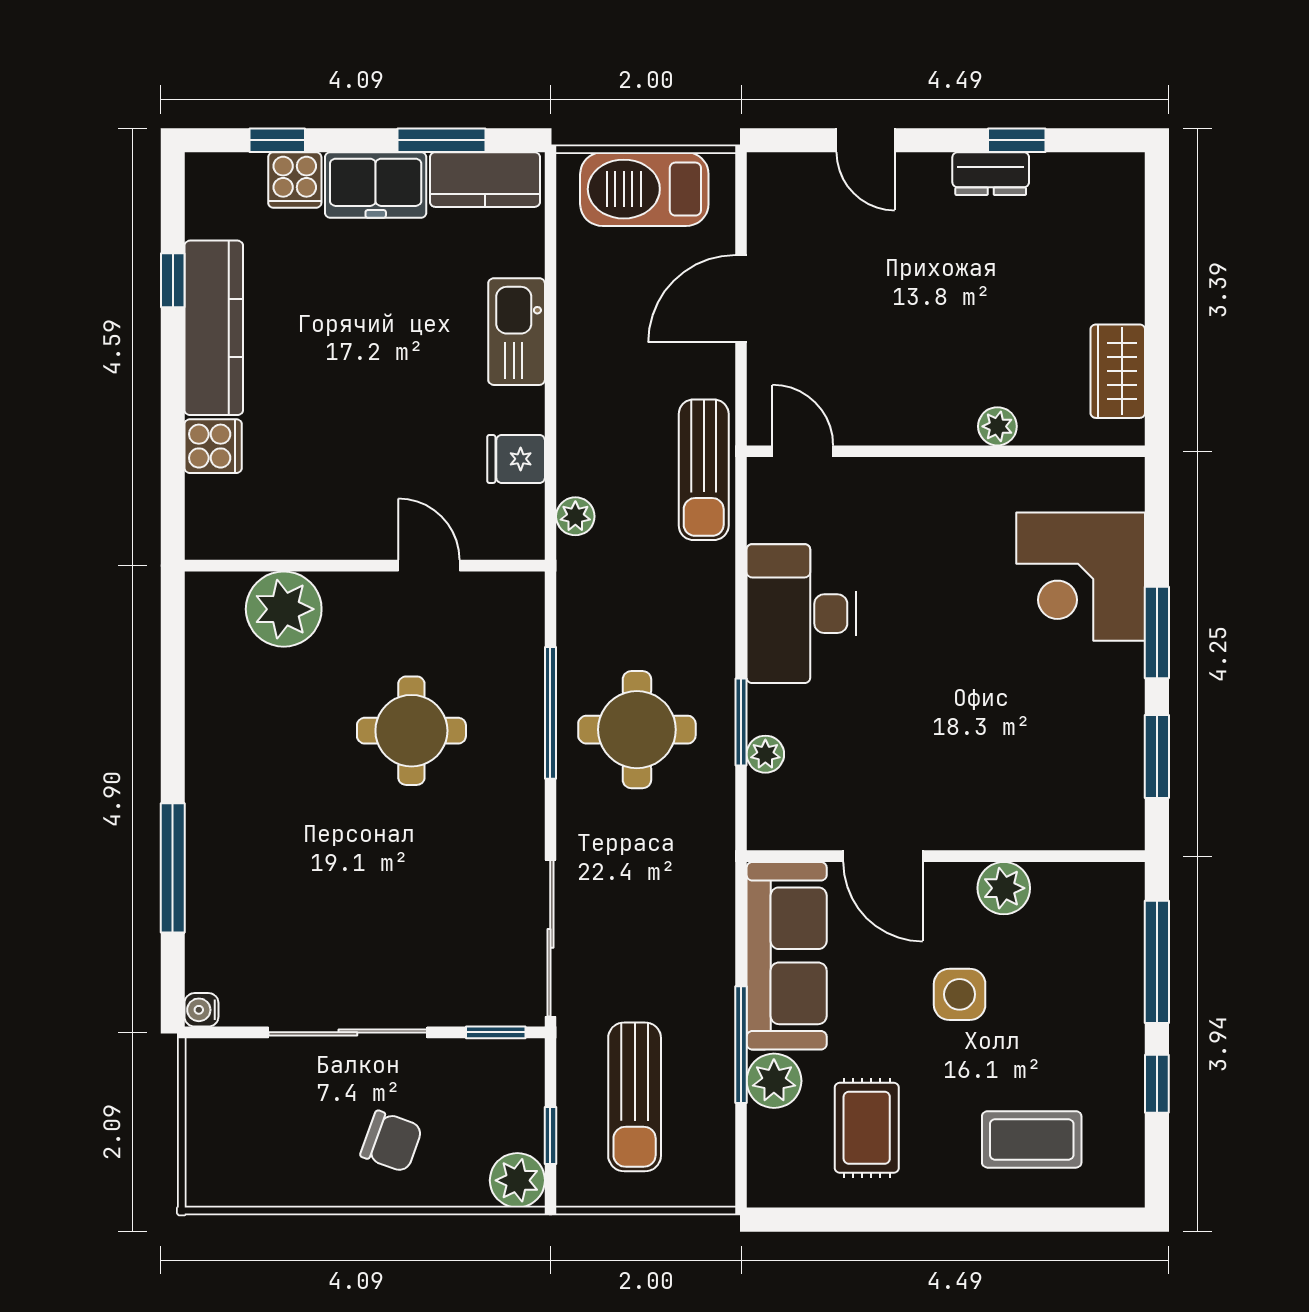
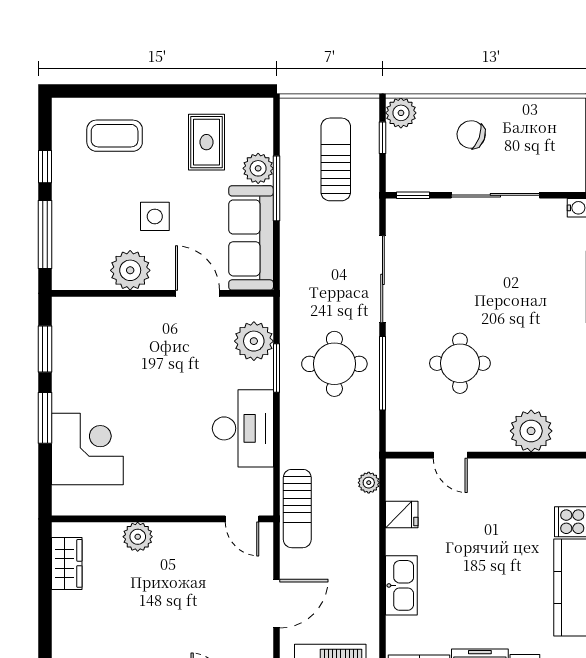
plant: (997, 426) -> (138, 537), width x1.38, depth x1.38
sun lounger: (704, 470) -> (297, 509), turned 180
plant: (765, 754) -> (254, 341), width x1.88, depth x1.88
plant: (1004, 888) -> (130, 270), width x1.36, depth x1.36
sliding door: (550, 938) -> (383, 279), moved

